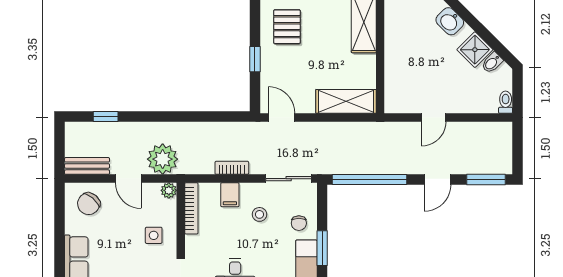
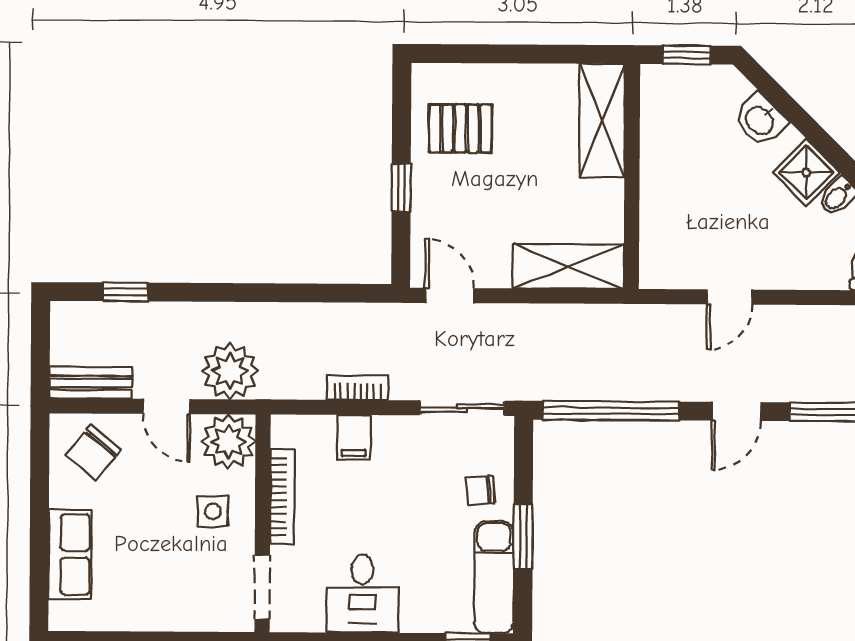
pallet: (287, 27) -> (460, 128), turned 90
plant: (169, 190) -> (228, 442), width x1.87, depth x1.87
bookcase: (191, 208) -> (282, 497), moved
stool: (259, 214) -> (408, 474), removed
chair: (299, 223) -> (480, 490), turned 86

